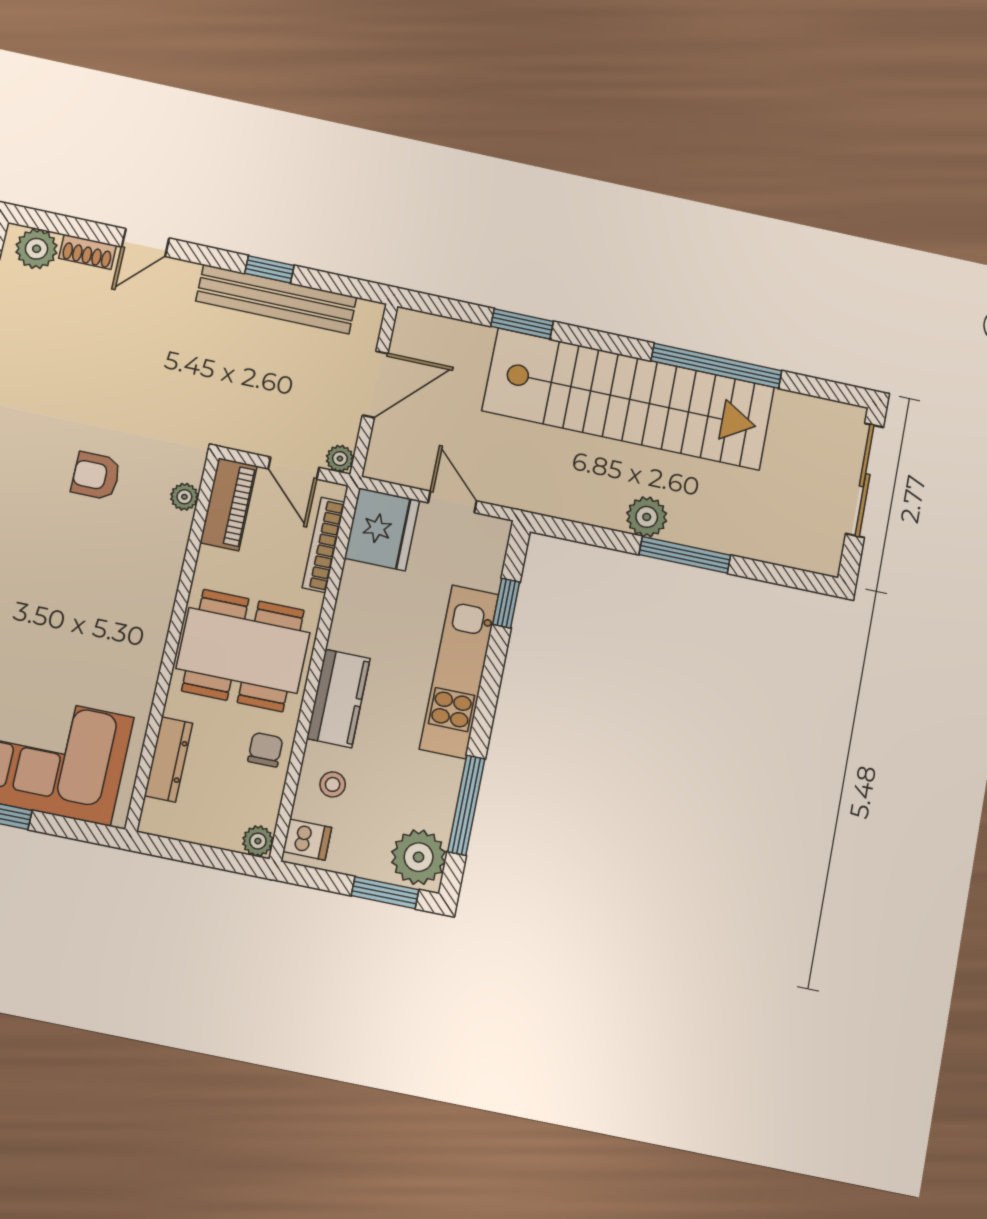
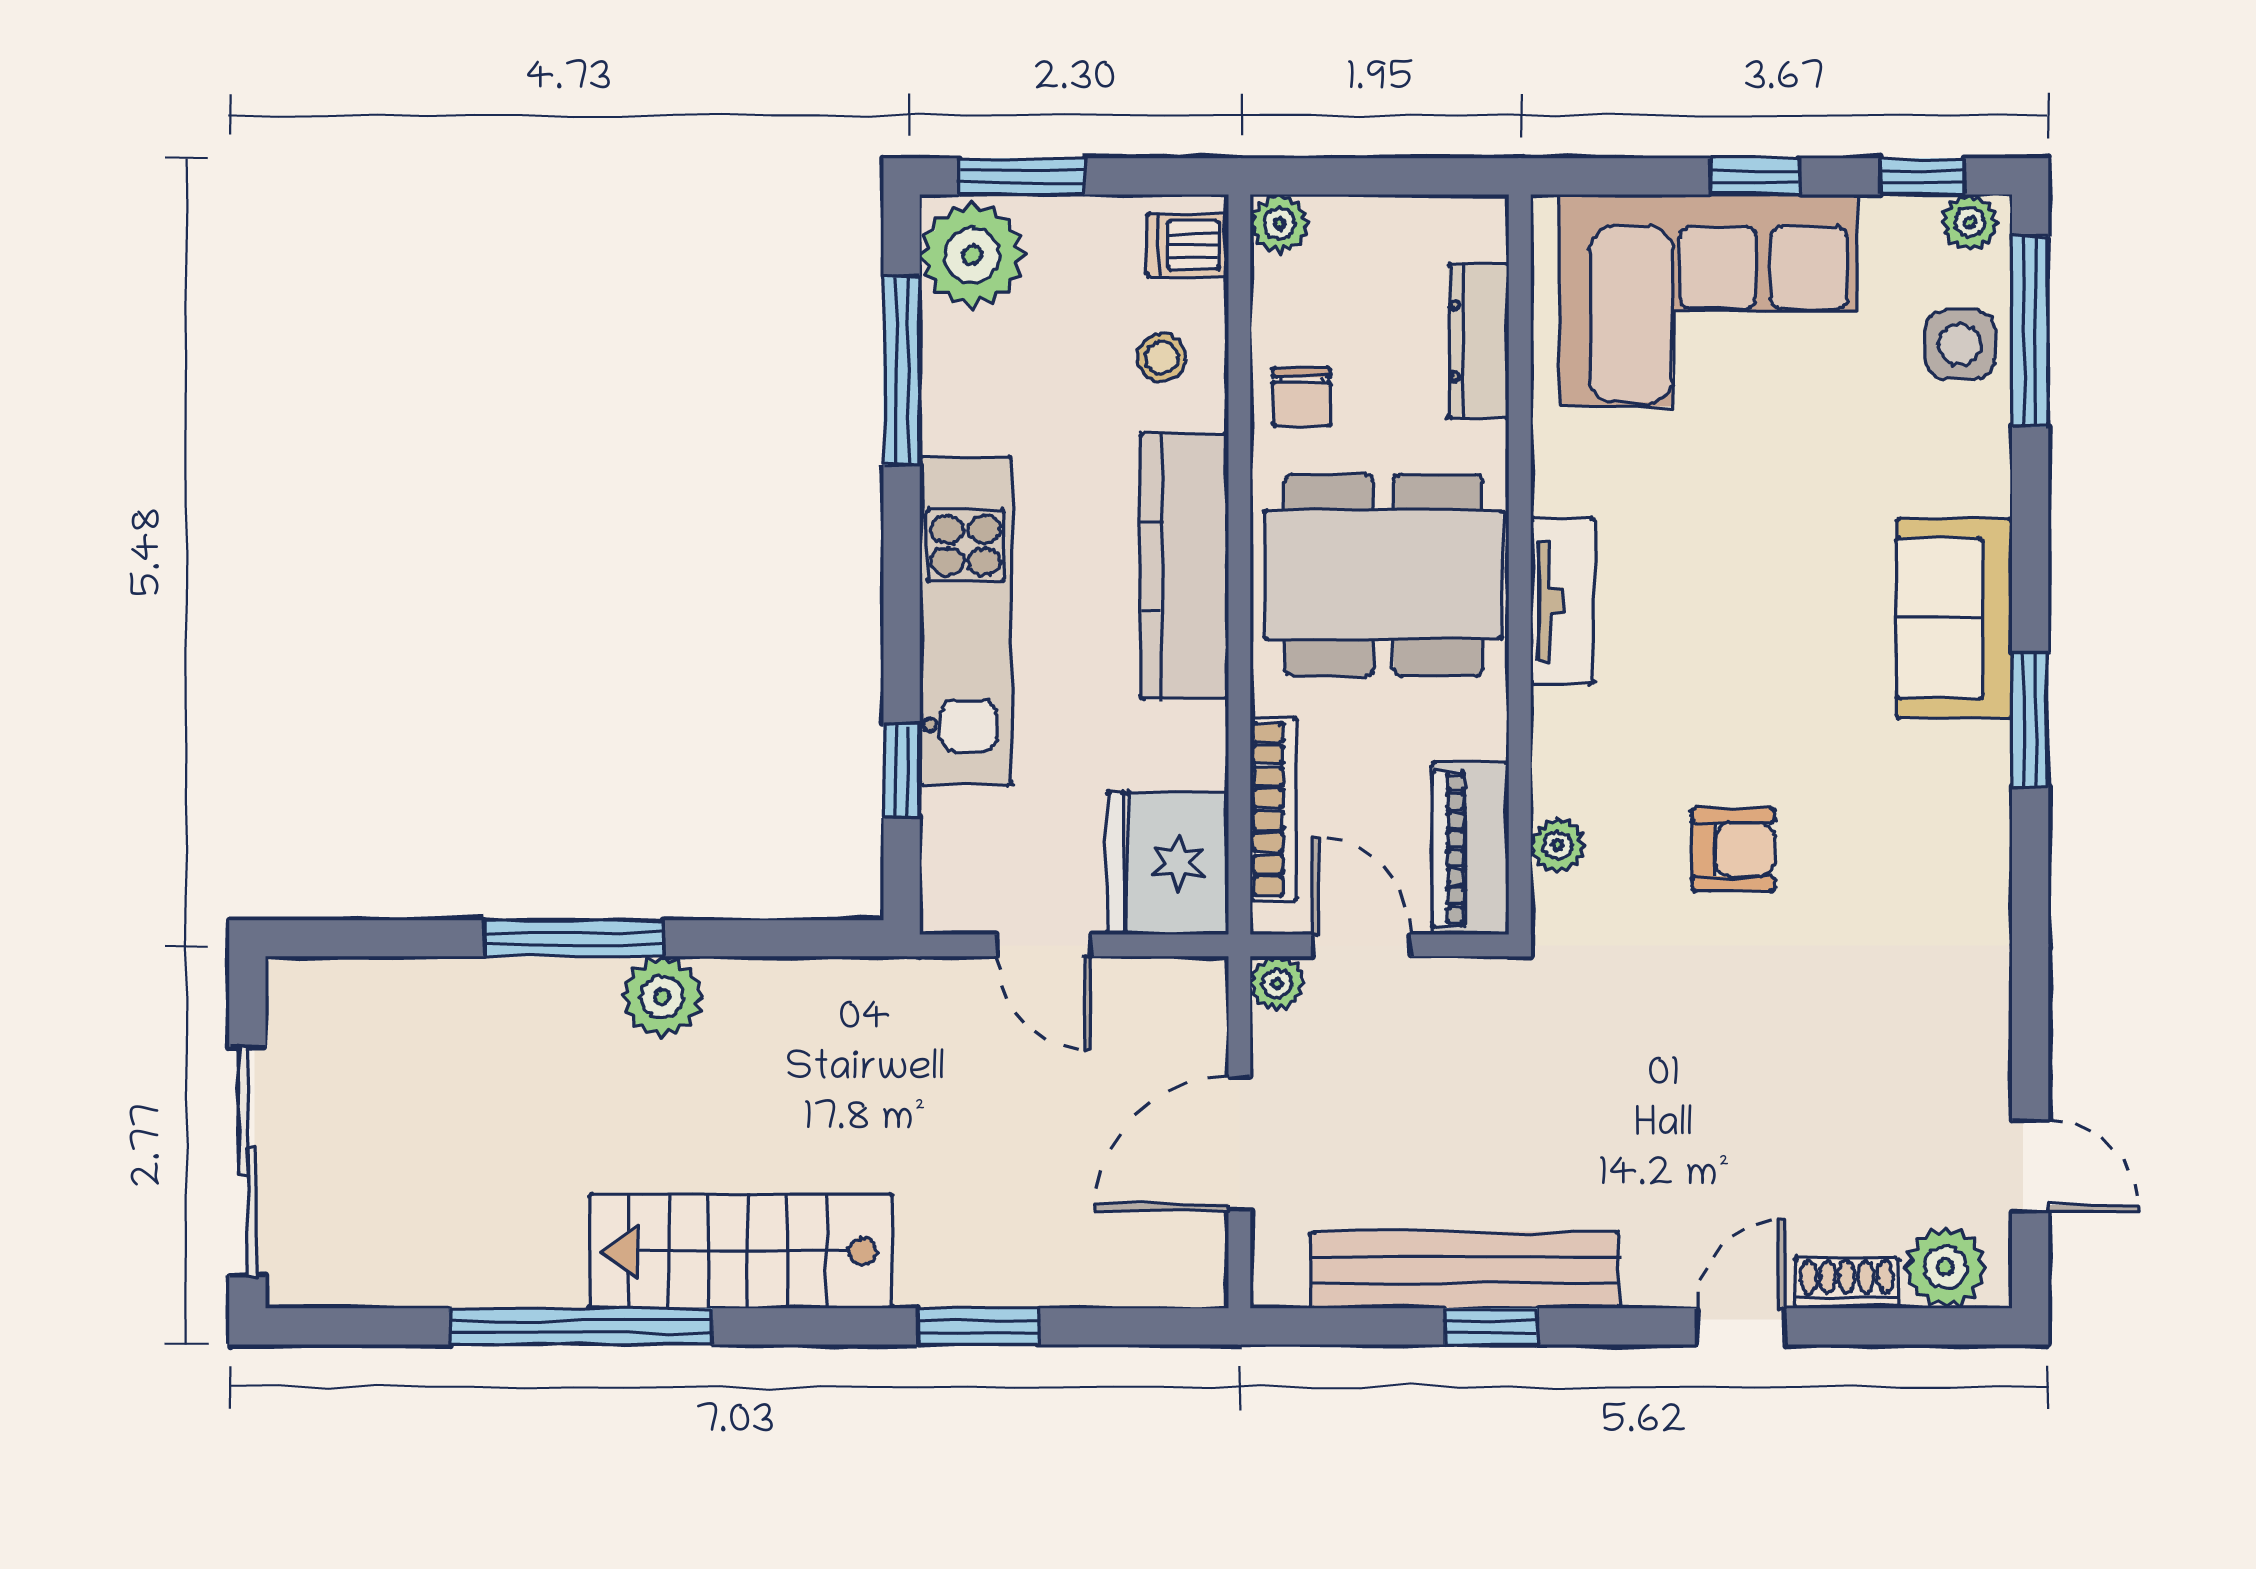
stairs: (629, 399) -> (741, 1251), width x0.54, depth x0.66
tv unit: (155, 618) -> (1562, 601), added
kitchen counter: (338, 698) -> (1184, 566), width x1.50

